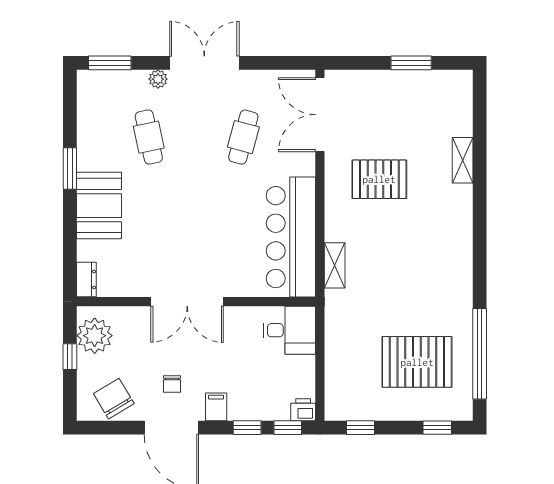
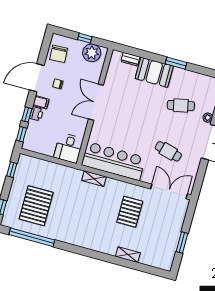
dresser: (86, 280) -> (130, 59), moved
chair: (114, 399) -> (59, 54), turned 118
printer: (303, 410) -> (36, 114), moved

